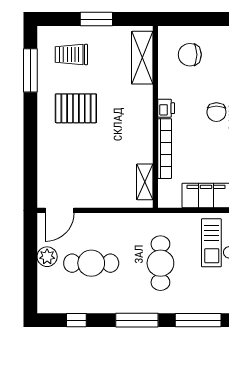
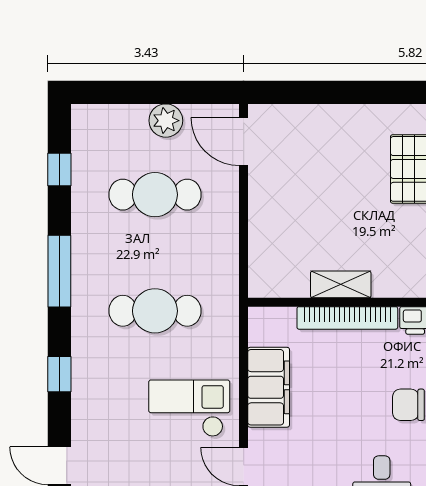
shelving: (145, 182) -> (341, 284), moved
cafe table: (91, 263) -> (155, 195), turned 90
window: (198, 320) -> (59, 374), width x0.46

